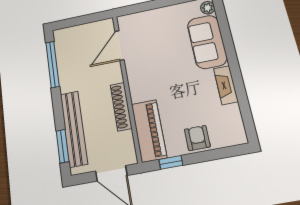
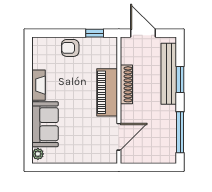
piano: (149, 131) -> (107, 92), moved
armchair: (197, 138) -> (70, 48), turned 90
window: (63, 146) -> (180, 79), moved

